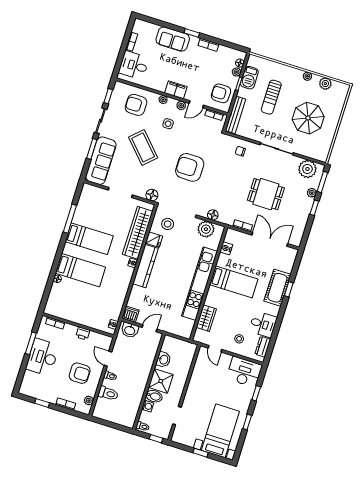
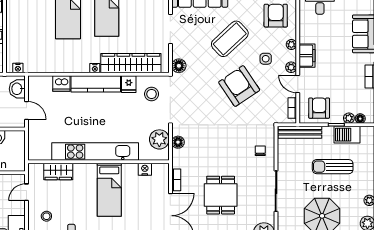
armchair: (190, 167) -> (239, 86), moved, turned -34
dishwasher: (131, 314) -> (61, 83), moved, turned 90

